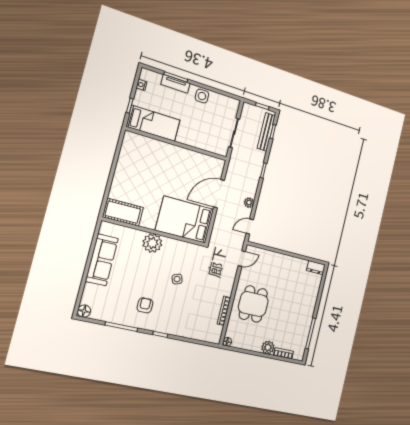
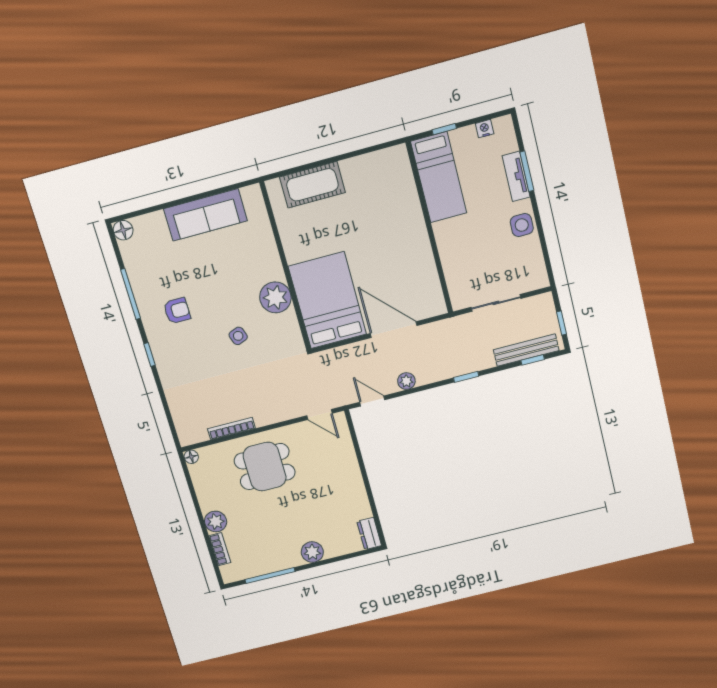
cot: (123, 212) -> (312, 185), moved, turned 90
plant: (152, 243) -> (275, 297), moved
plant: (310, 303) -> (312, 552), added

